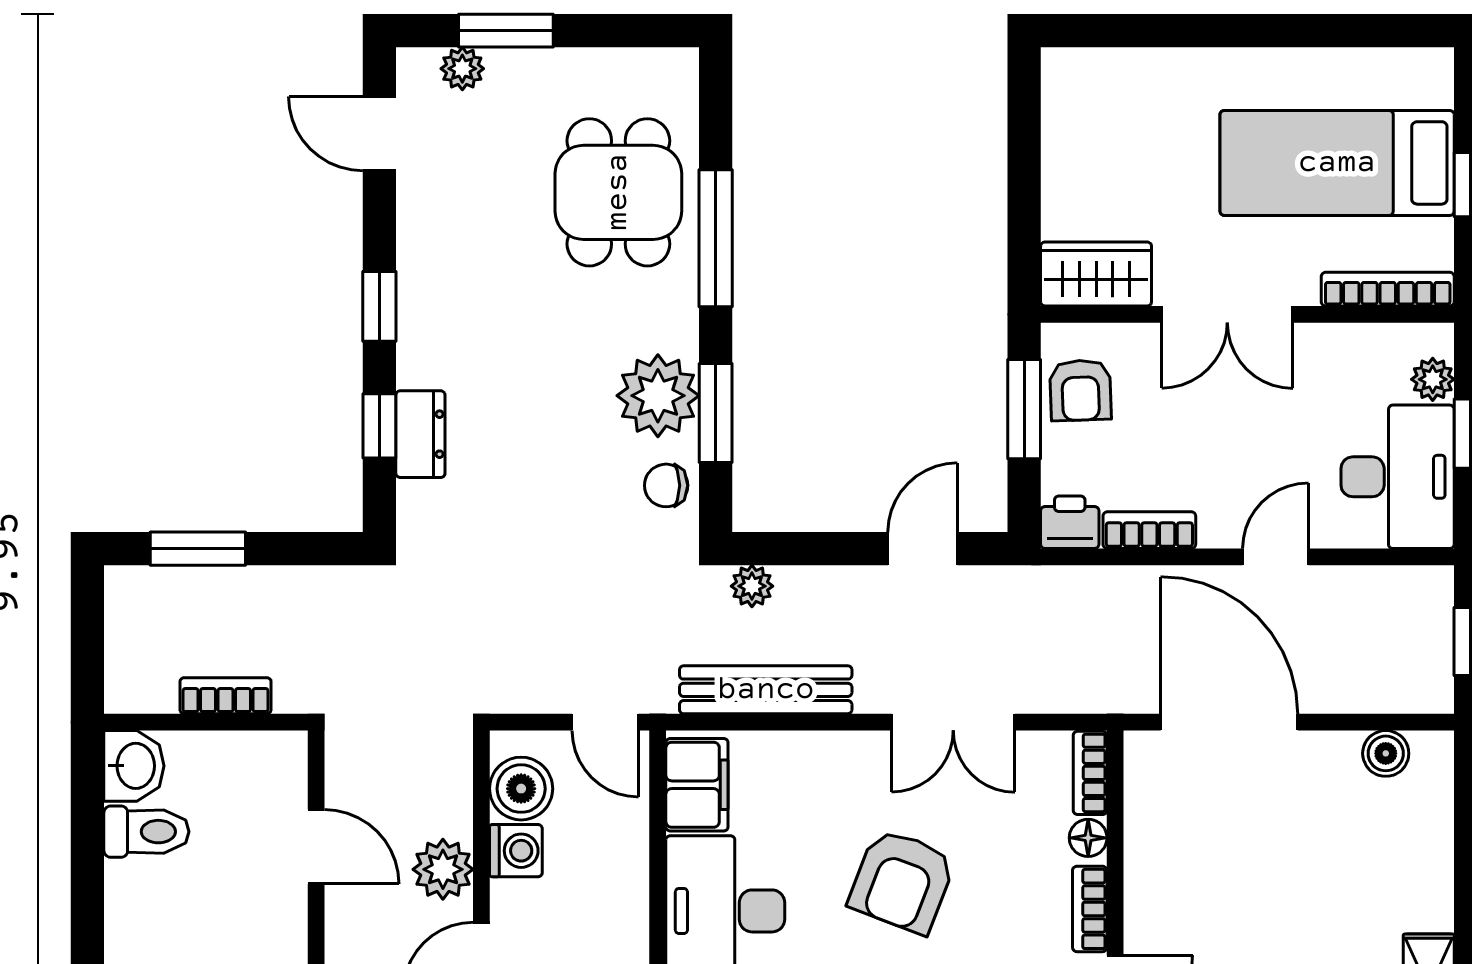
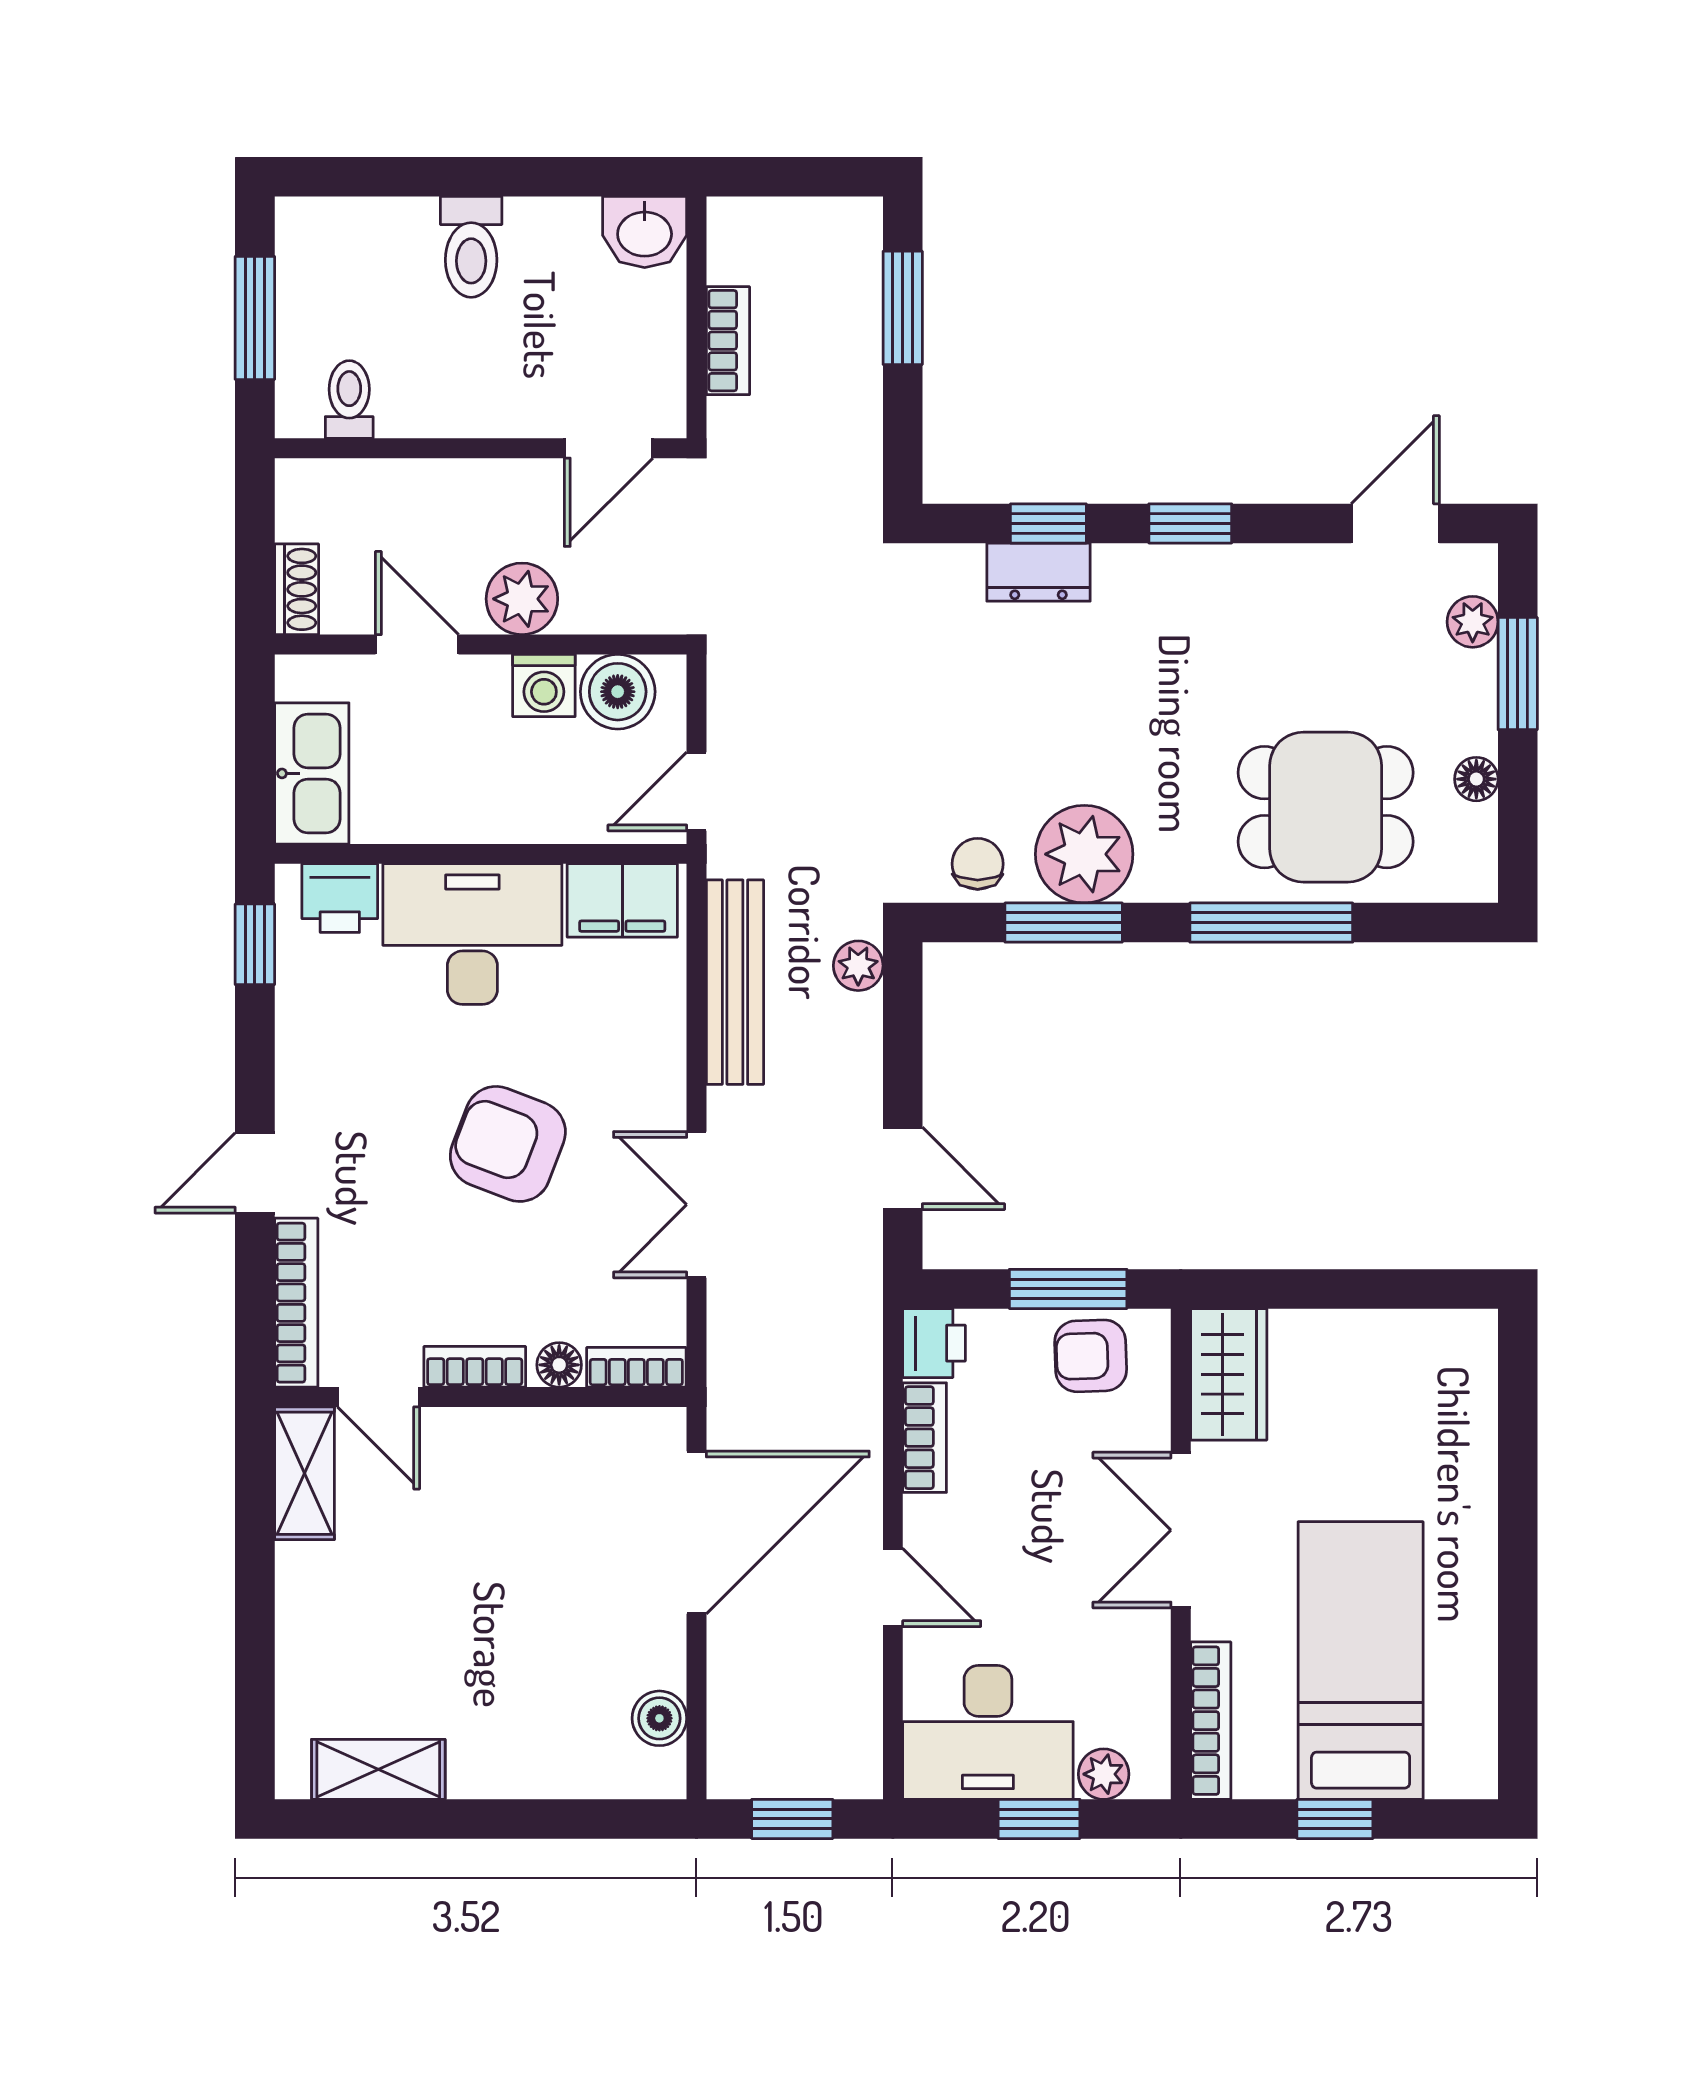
floor lamp: (595, 65) -> (1476, 779), added
toilet: (146, 832) -> (471, 247), moved
door: (316, 847) -> (609, 448), moved

